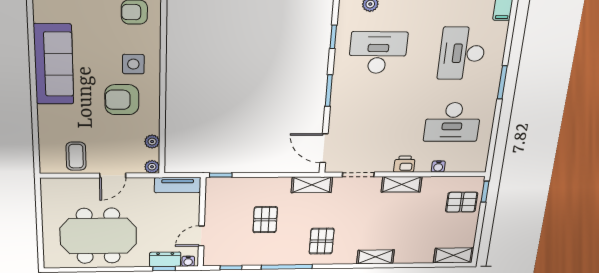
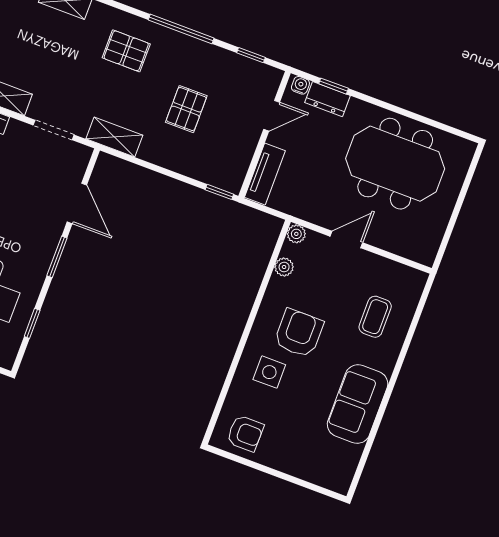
sofa: (54, 64) -> (358, 404), width x0.73
armchair: (122, 100) -> (299, 333), turned -90
door: (324, 148) -> (77, 203), moved
coffee table: (76, 156) -> (375, 317), moved
tv unit: (178, 185) -> (265, 174), moved, turned 90
pallet: (322, 241) -> (126, 51), turned 90

